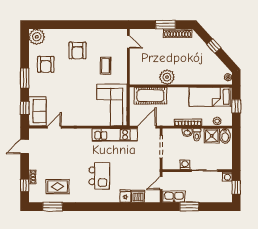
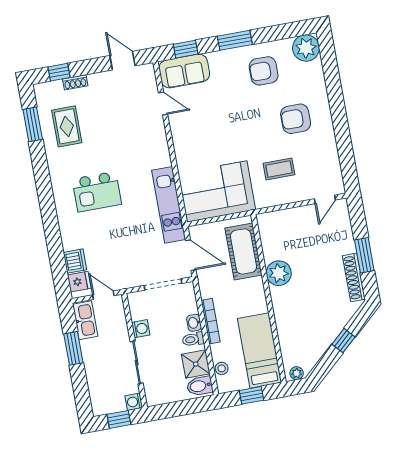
fridge: (125, 196) -> (79, 282), moved

